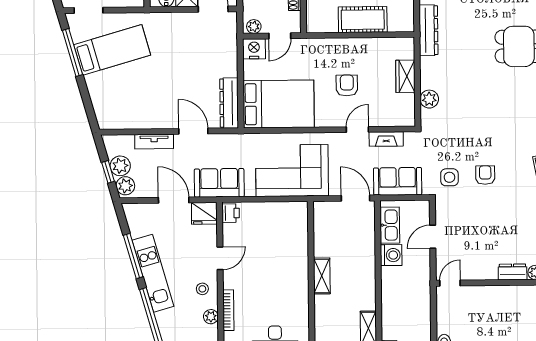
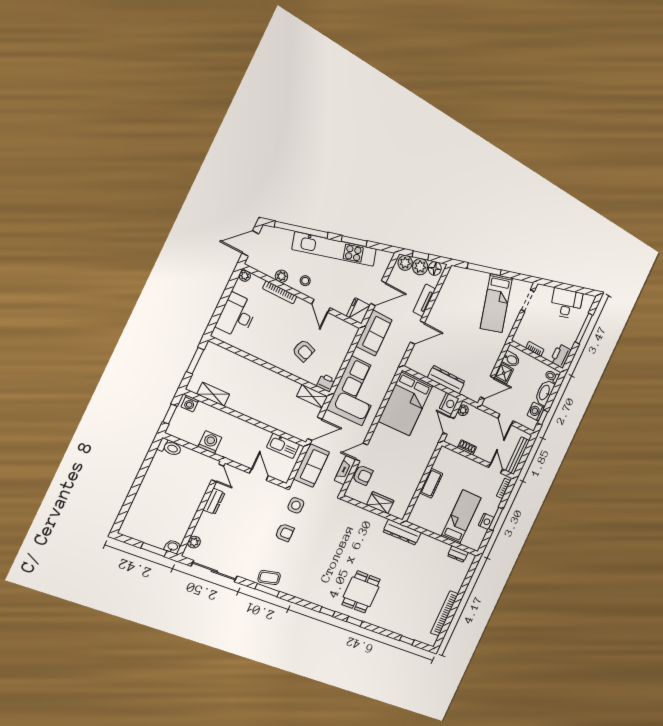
cot: (363, 20) -> (431, 483), width x0.73, depth x0.75
window: (72, 53) -> (484, 269), moved
armchair: (347, 85) -> (363, 475), moved
plant: (429, 99) -> (357, 513), removed
dresser: (229, 103) -> (446, 380), moved
door: (357, 130) -> (361, 452), swing flipped
floor lamp: (113, 147) -> (435, 269), added
printer: (231, 213) -> (326, 383), moved, turned 180
armchair: (277, 254) -> (303, 351), added
washing machine: (391, 255) -> (210, 442), moved, turned 180
window: (133, 256) -> (354, 241), width x0.69
dresser: (513, 272) -> (214, 501), moved
kitchen unit: (153, 273) -> (335, 249), width x1.36
shelving: (322, 276) -> (312, 396), moved

